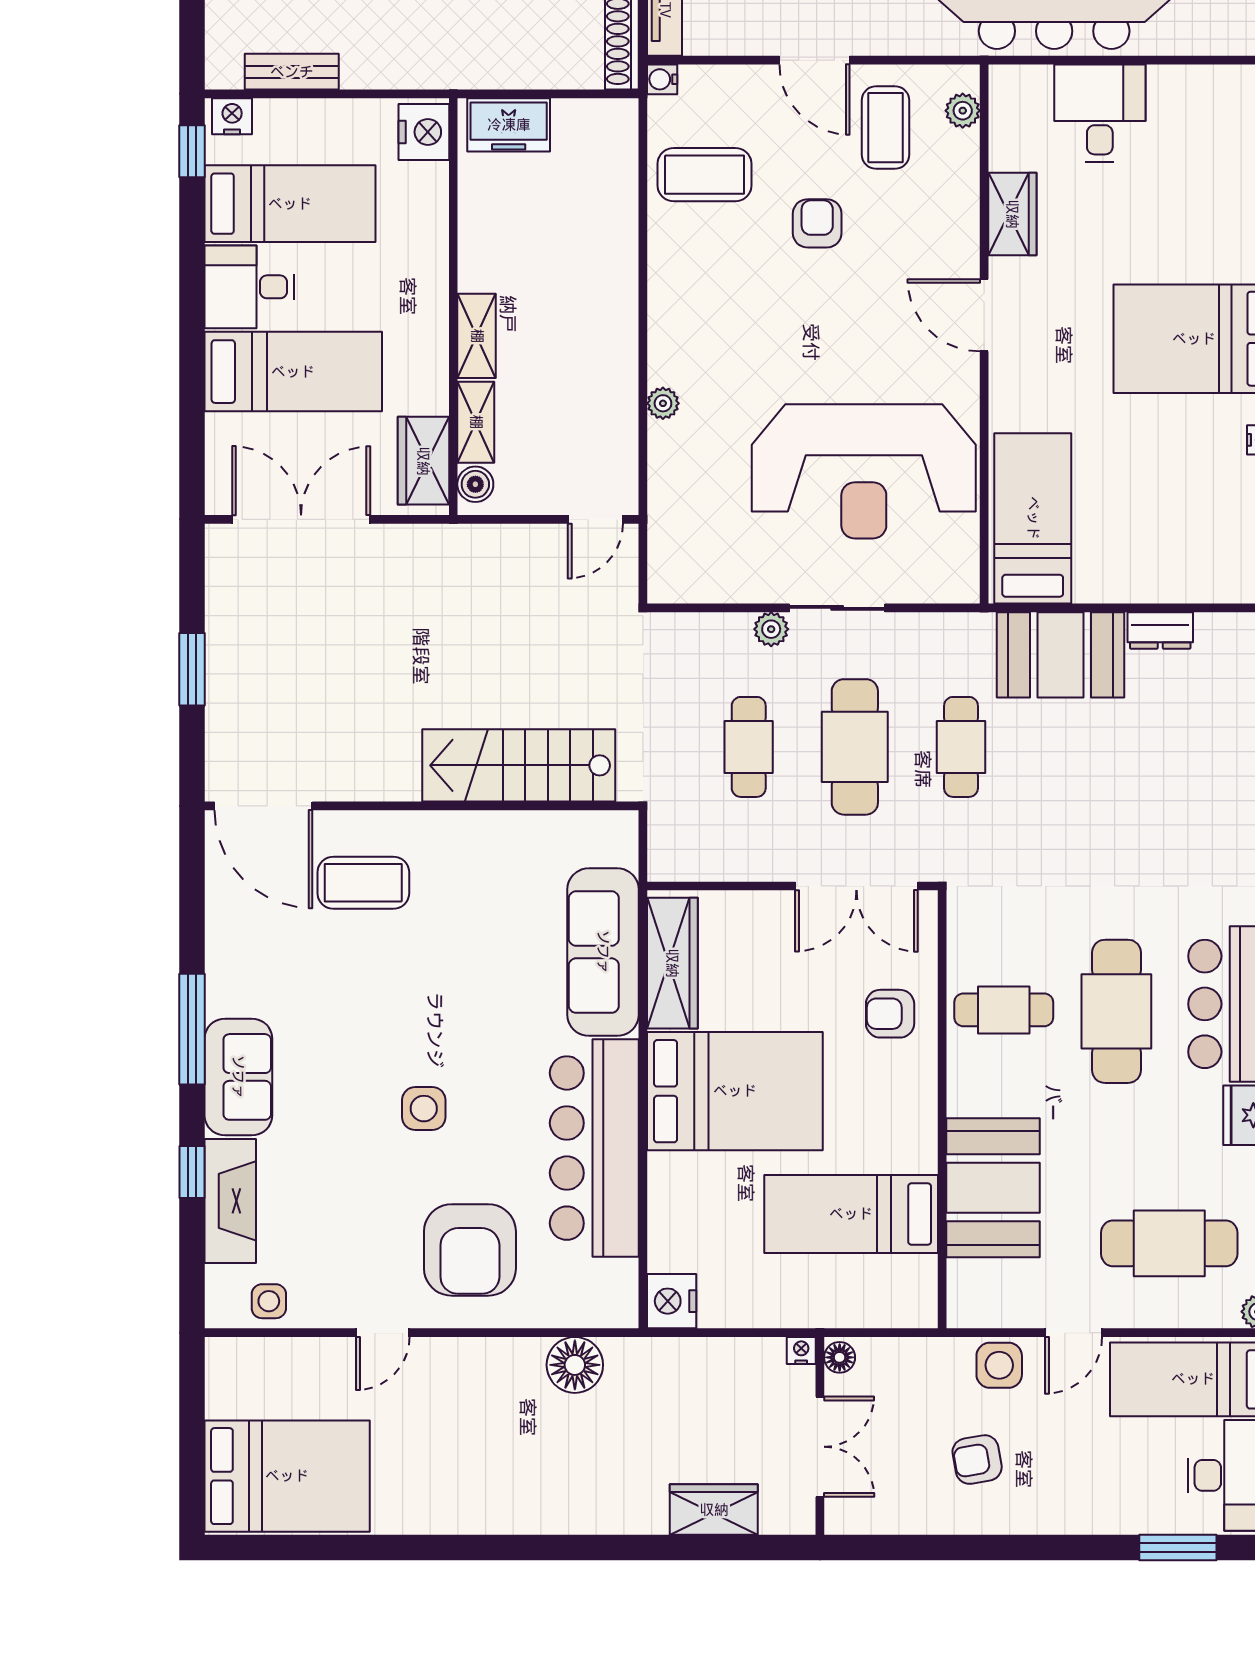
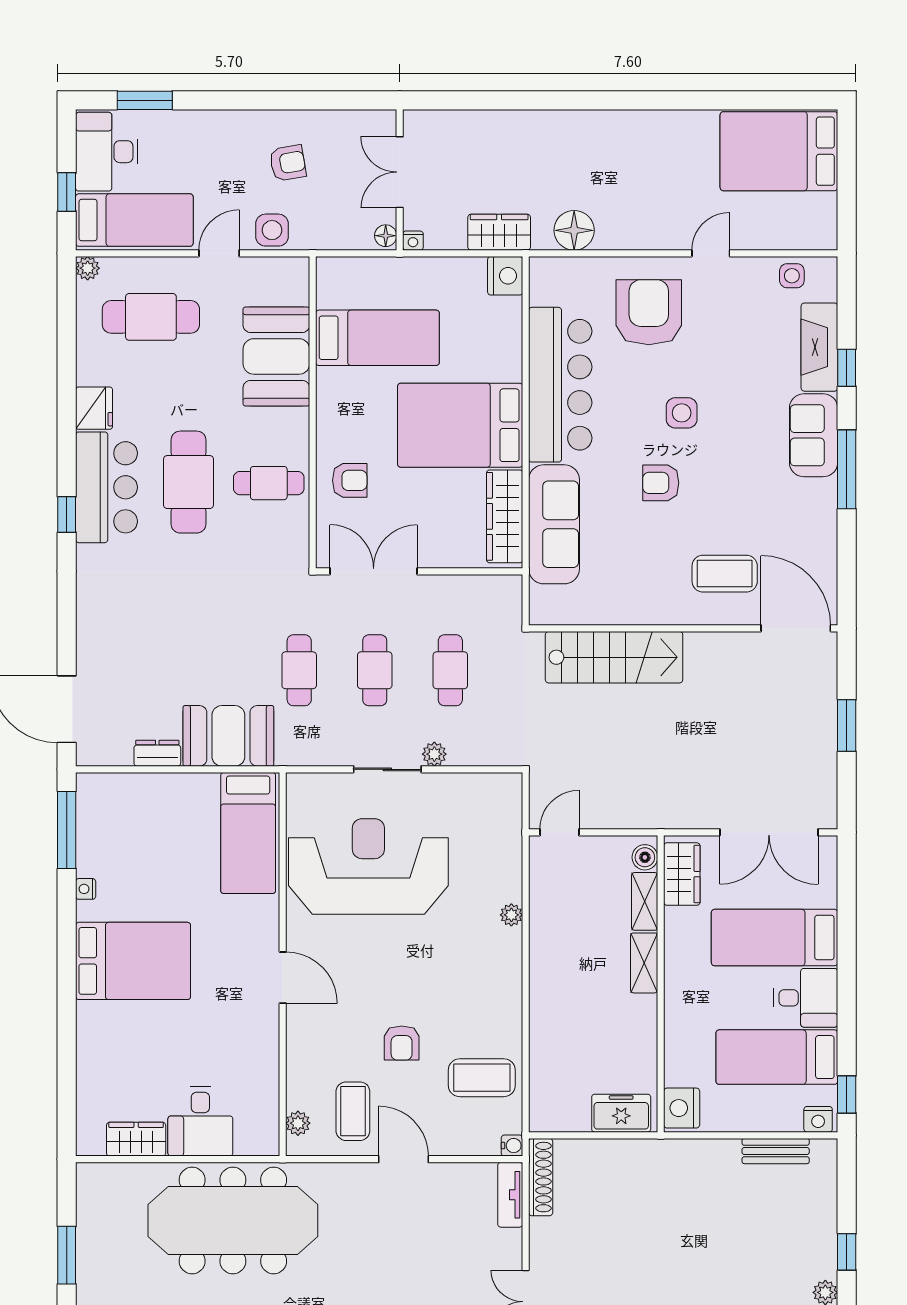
wardrobe: (1012, 214) -> (136, 1139), moved, turned 90
cafe table: (855, 747) -> (375, 670), width x0.73, depth x0.74
armchair: (453, 1010) -> (661, 483), added
wardrobe: (714, 1510) -> (499, 232), moved, turned 180

